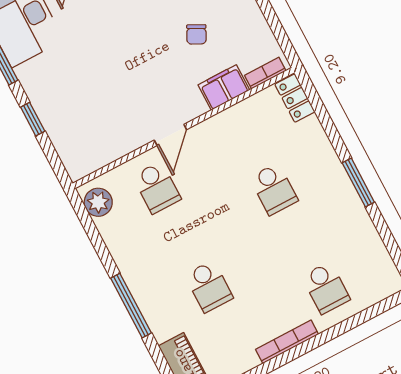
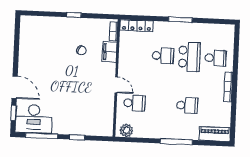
locker: (295, 98) -> (137, 26), width x1.53
school desk: (300, 238) -> (189, 57), added

